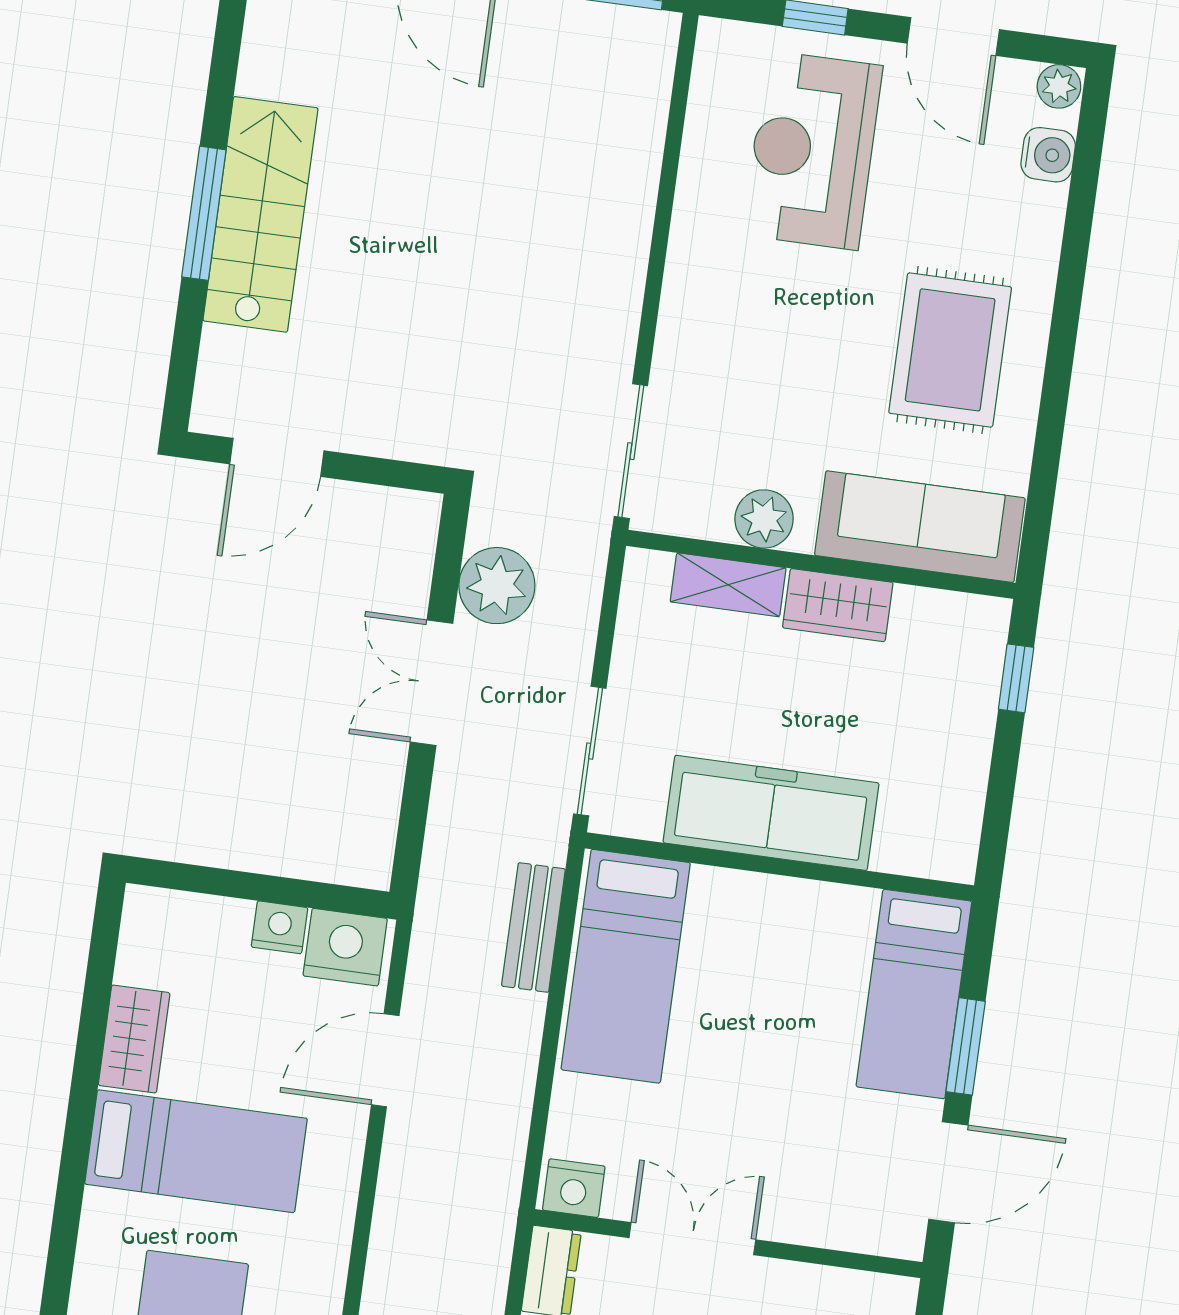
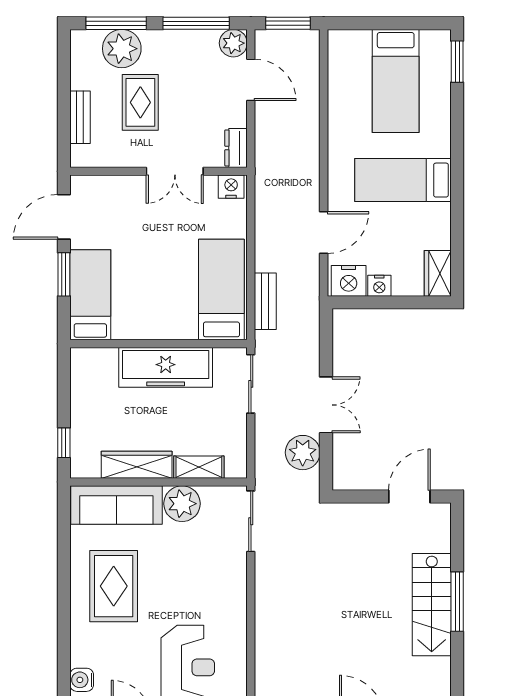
plant: (764, 519) -> (182, 504), width x1.36, depth x1.36
wardrobe: (838, 605) -> (137, 465), width x1.50
wardrobe: (134, 1039) -> (438, 273), moved

